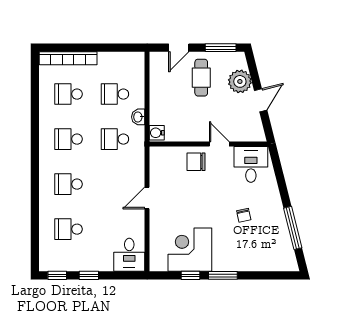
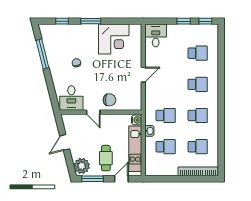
plant: (240, 81) -> (82, 166), moved
kitchen unit: (159, 91) -> (135, 149), added
window: (190, 275) -> (62, 21), moved

